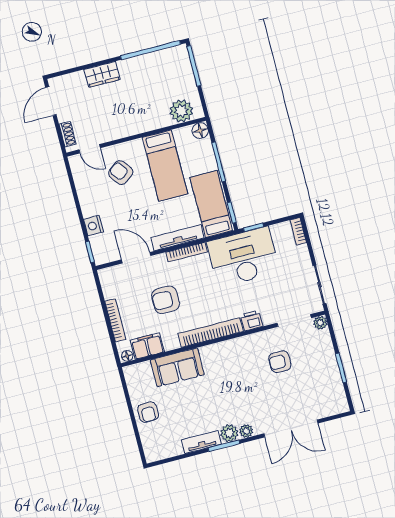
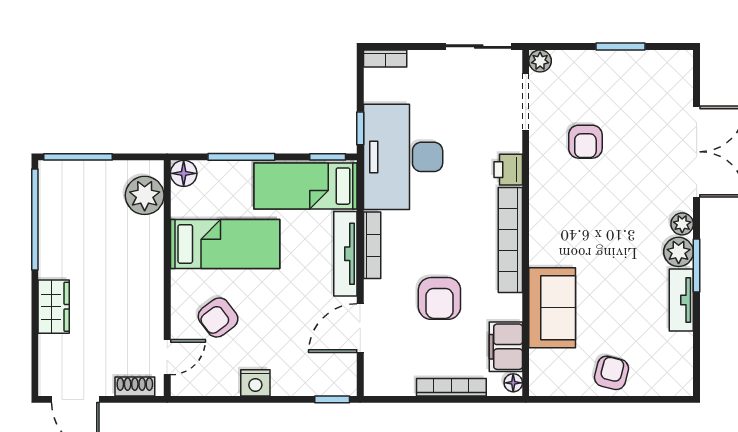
nightstand: (94, 226) -> (255, 383), moved
armchair: (148, 412) -> (611, 373), turned -76

